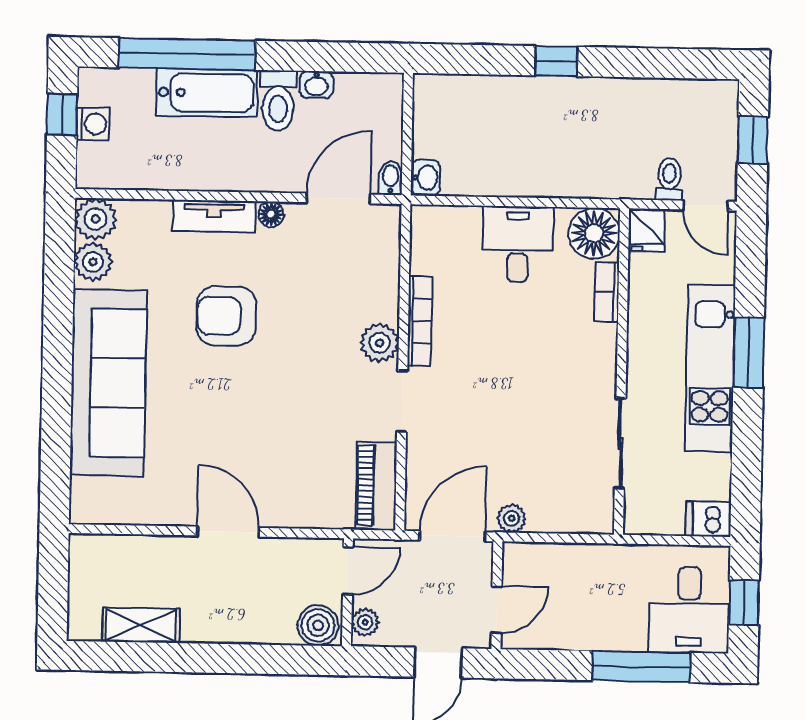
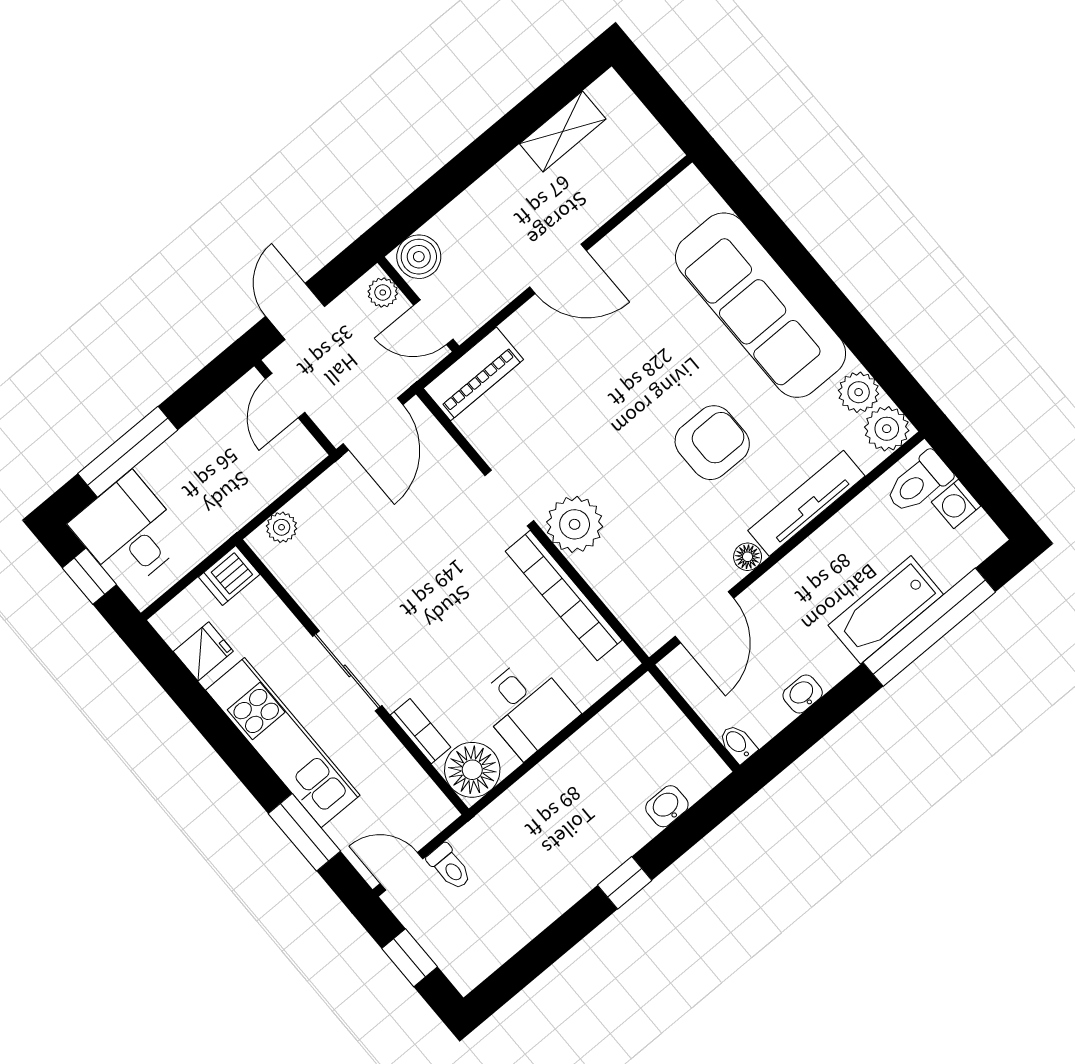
toilet: (278, 101) -> (919, 482), moved, turned -90
window: (62, 114) -> (988, 490), removed
bidet: (391, 178) -> (738, 744), moved, turned 180
washbasin: (425, 178) -> (667, 806), moved, turned 90
tv unit: (214, 216) -> (806, 503), width x1.41
fridge: (647, 230) -> (203, 651), moved, turned 90
bookcase: (420, 321) -> (564, 596), width x1.48, depth x1.31
plant: (380, 343) -> (575, 524), width x1.36, depth x1.36
window: (749, 352) -> (304, 832), moved
sliding door: (620, 443) -> (347, 671), moved
piano: (376, 486) -> (473, 374), moved, turned 90
plant: (512, 518) -> (282, 527), moved
dishwasher: (708, 519) -> (229, 576), moved, turned 180
door: (348, 571) -> (433, 322), hinge flipped

